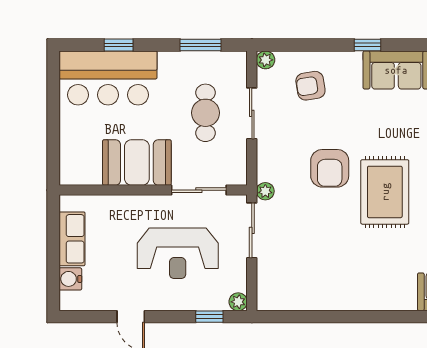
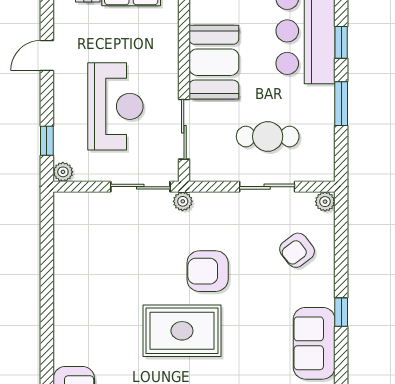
window: (200, 45) -> (341, 104), moved
armchair: (310, 86) -> (297, 250), turned -119
reception desk: (178, 253) -> (115, 106), turned 180

